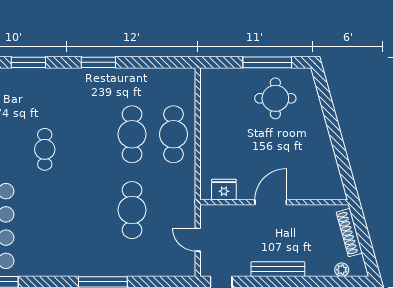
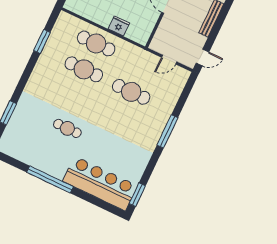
window: (98, 62) -> (42, 41), moved
fridge: (224, 190) -> (119, 26), moved, turned 90

